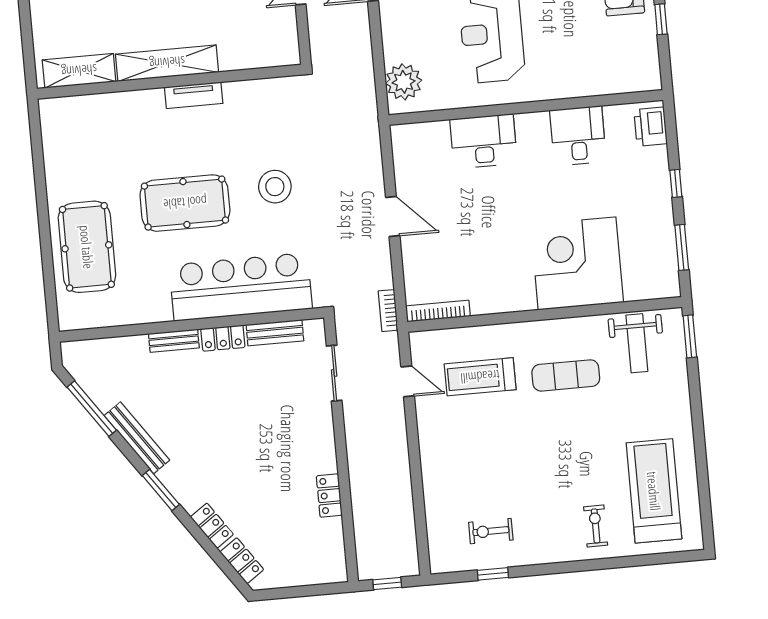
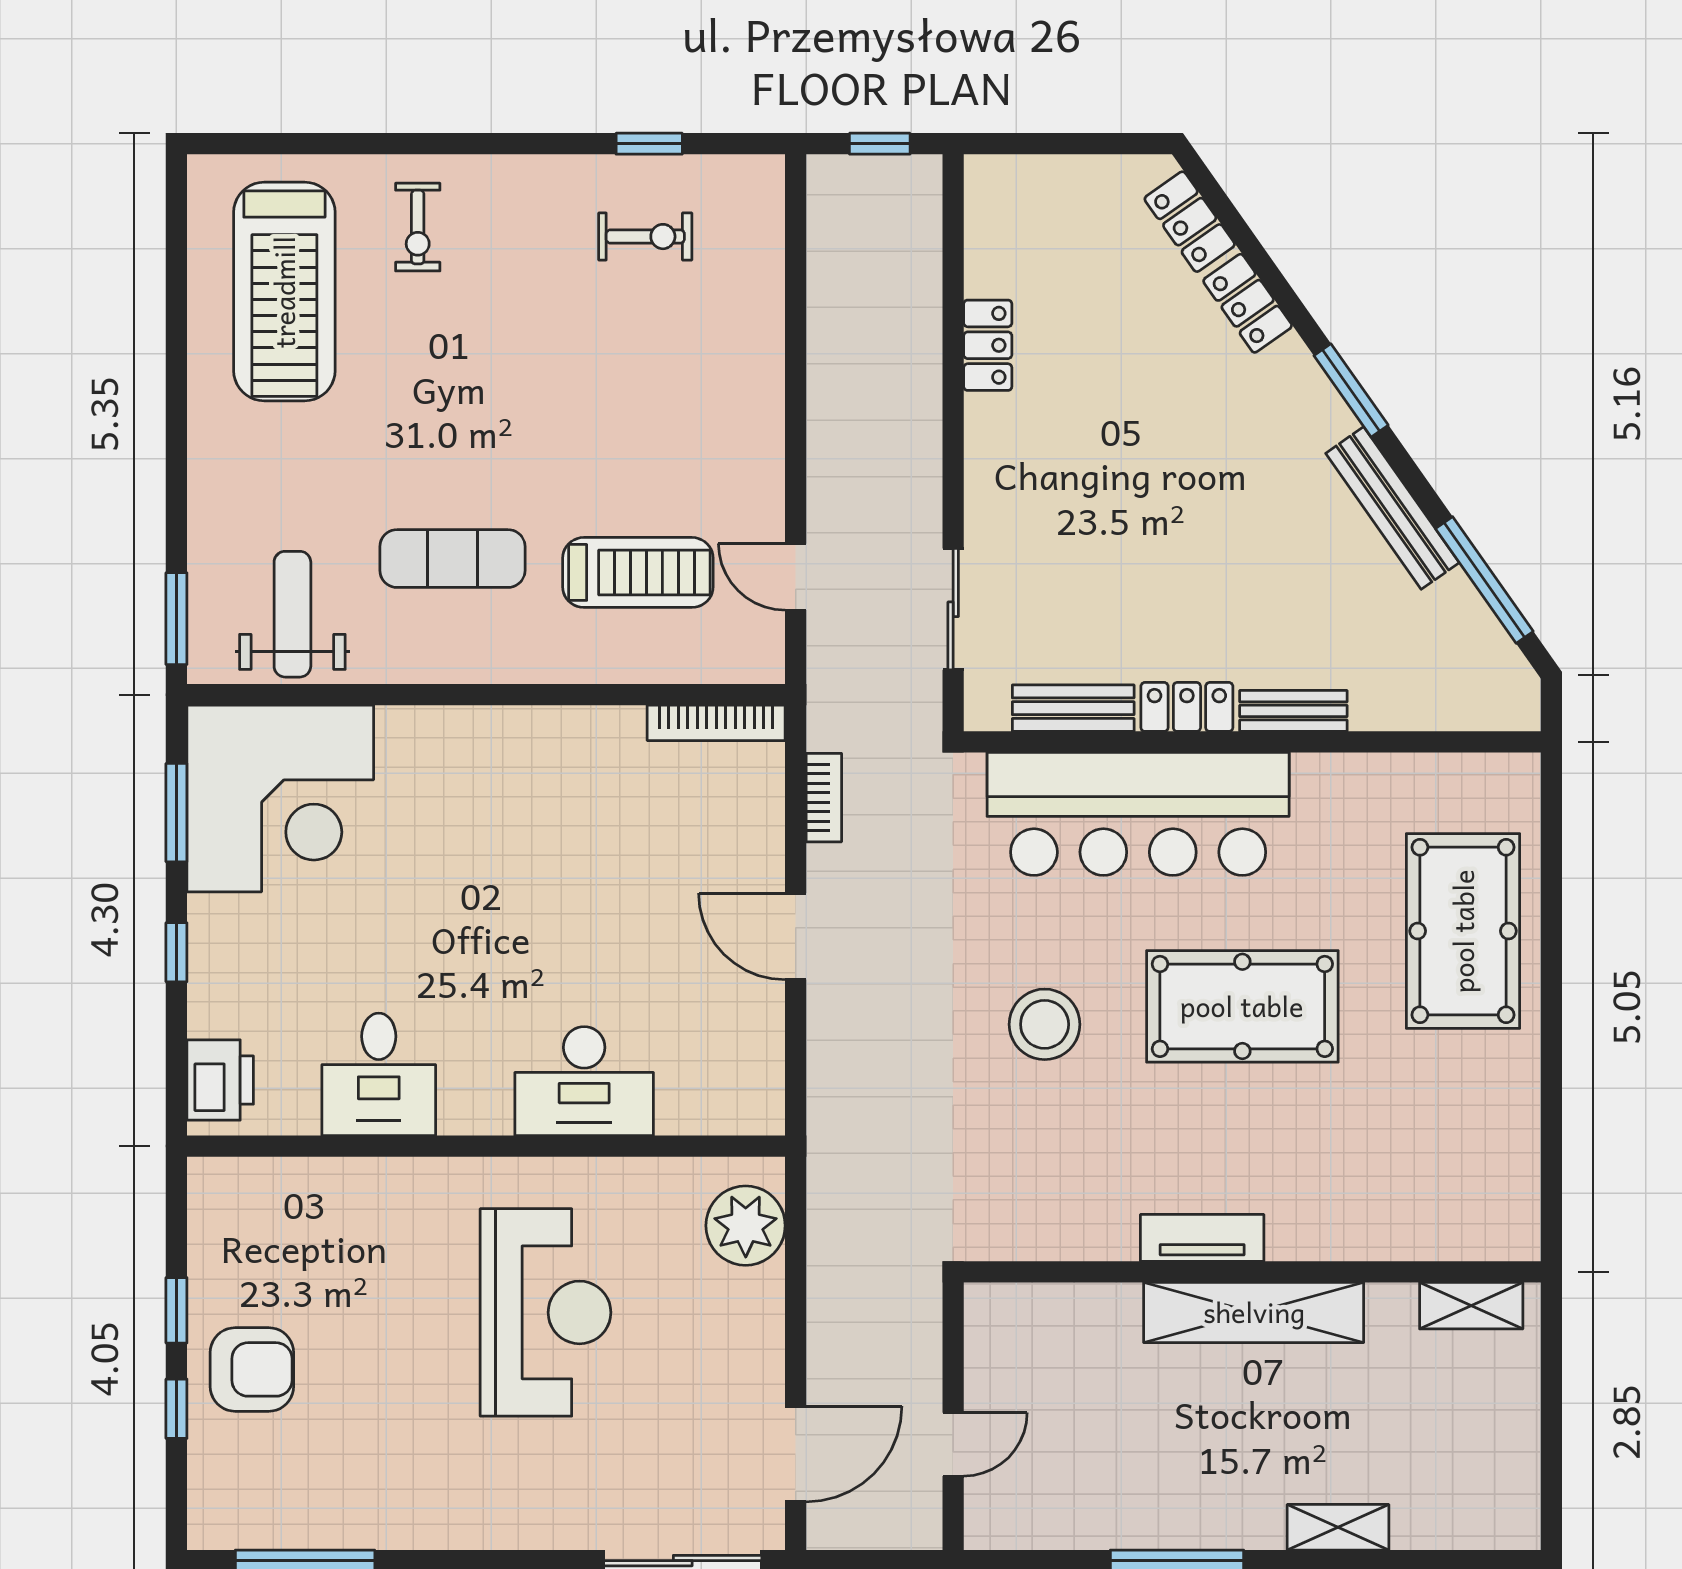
shelving: (79, 71) -> (1471, 1306), width x0.67, depth x0.75
corner desk: (577, 263) -> (280, 798), moved
bookcase: (388, 311) -> (824, 798), moved

